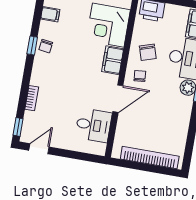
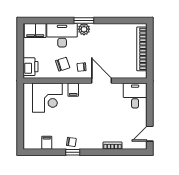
filing cabinet: (113, 60) -> (73, 90), width x0.50
desk: (93, 125) -> (135, 96), moved
window: (18, 127) -> (136, 152), removed
door: (39, 149) -> (150, 134), hinge flipped

